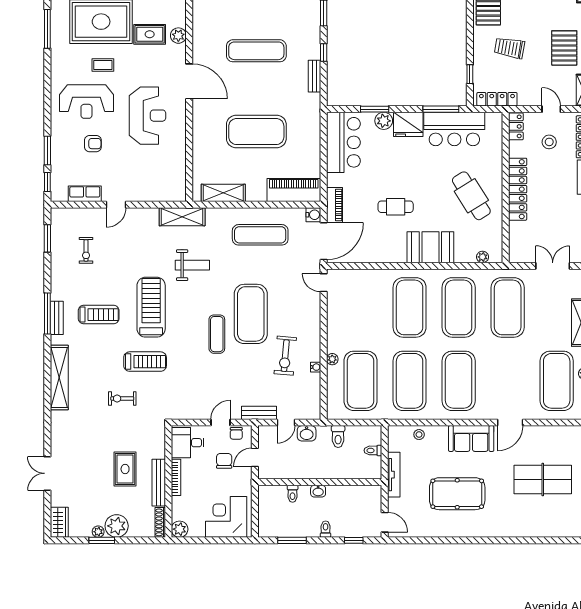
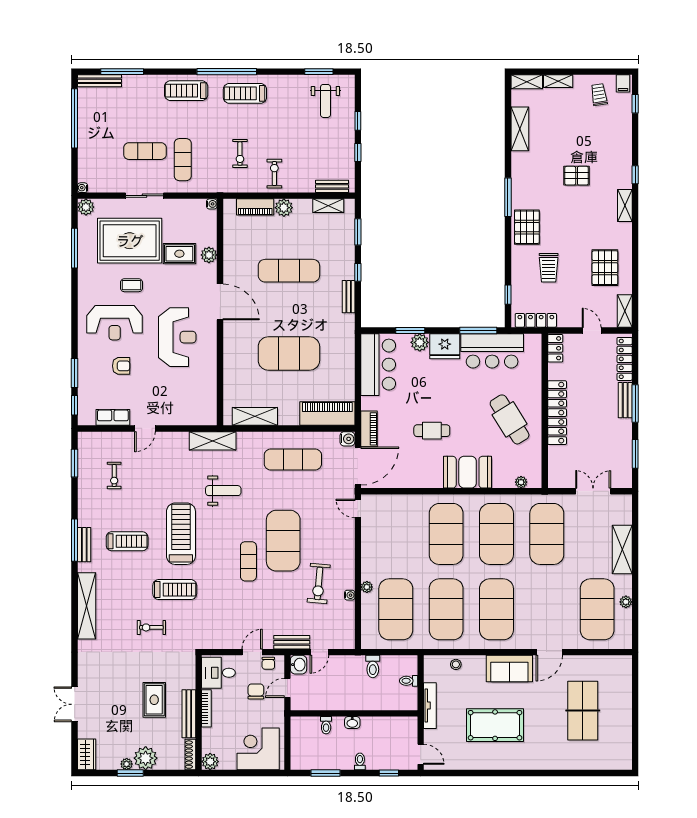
trolley: (509, 48) -> (549, 268), turned -100
stool: (549, 142) -> (589, 364), removed
washbasin: (307, 433) -> (298, 665), moved, turned -90
table tennis table: (543, 480) -> (583, 711), turned 90

